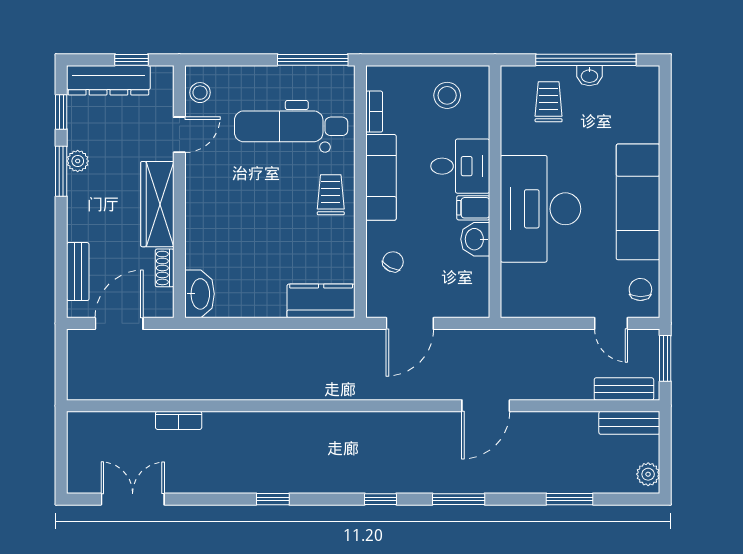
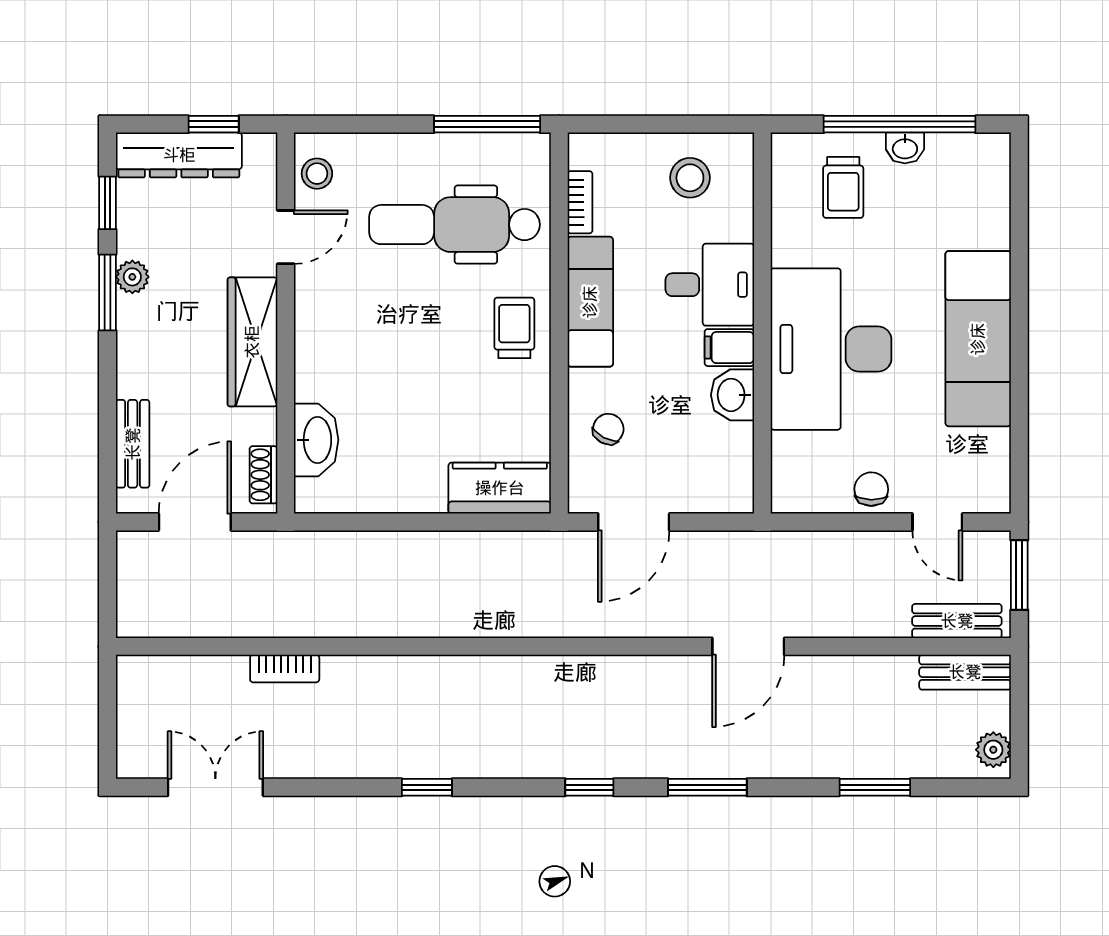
trolley: (549, 102) -> (843, 187), turned 180
shoe rack: (165, 268) -> (263, 475), moved
chair: (640, 290) -> (871, 489), moved
washbasin: (199, 294) -> (316, 440), moved

